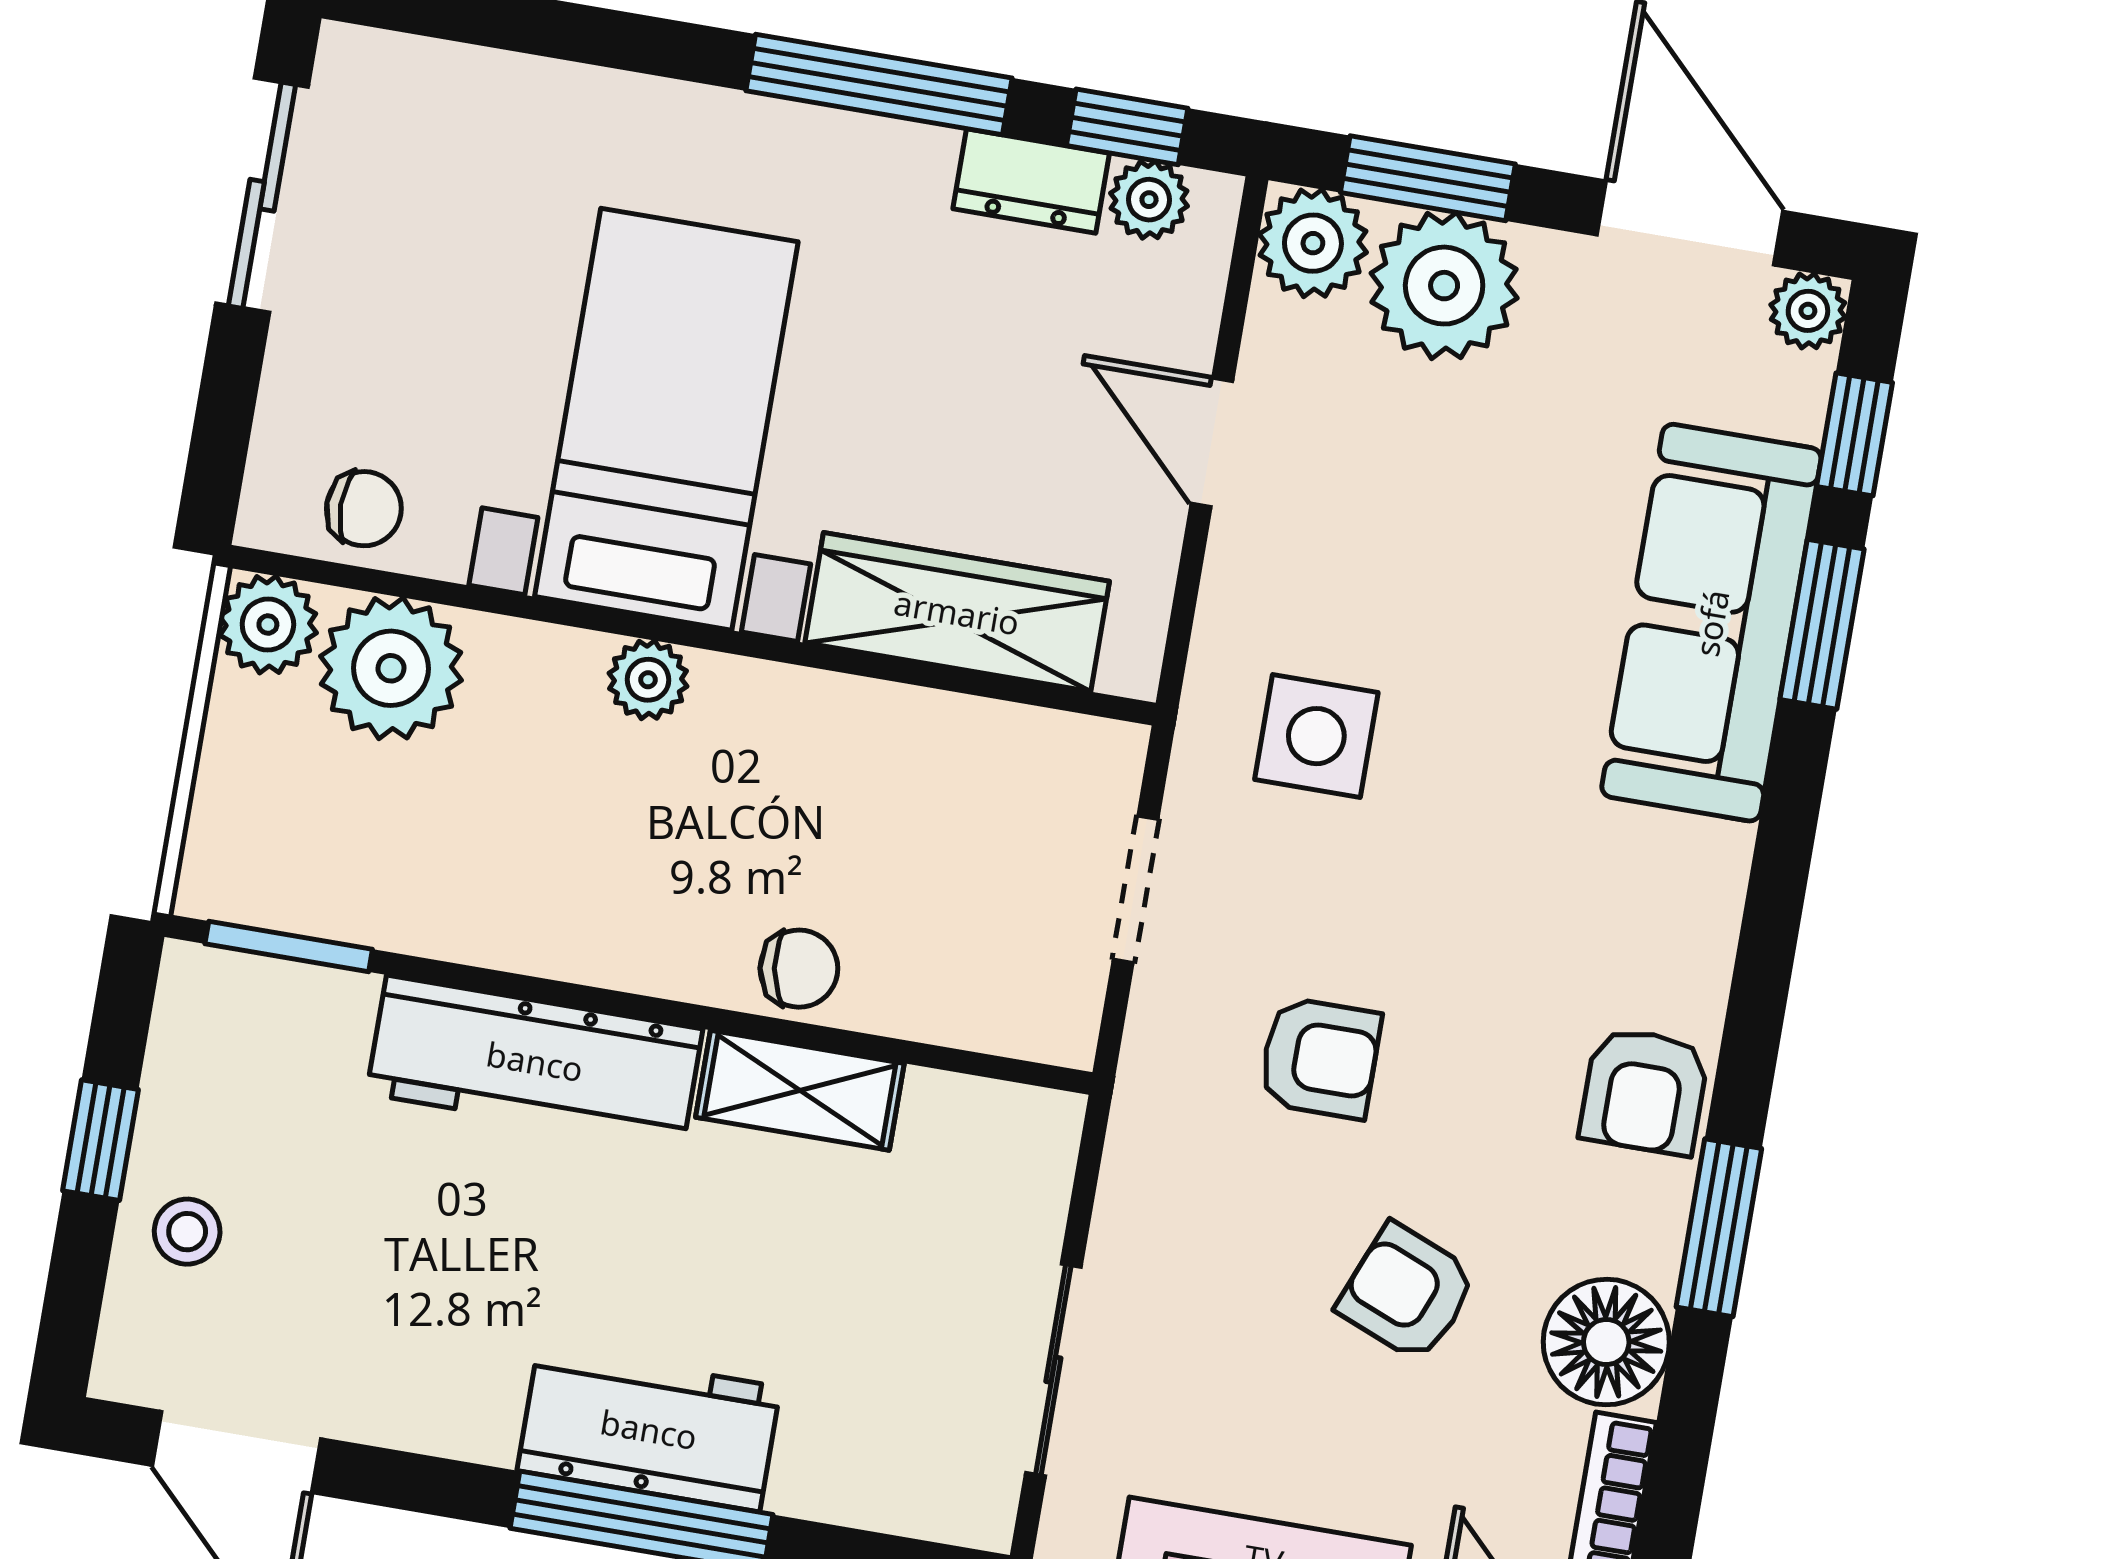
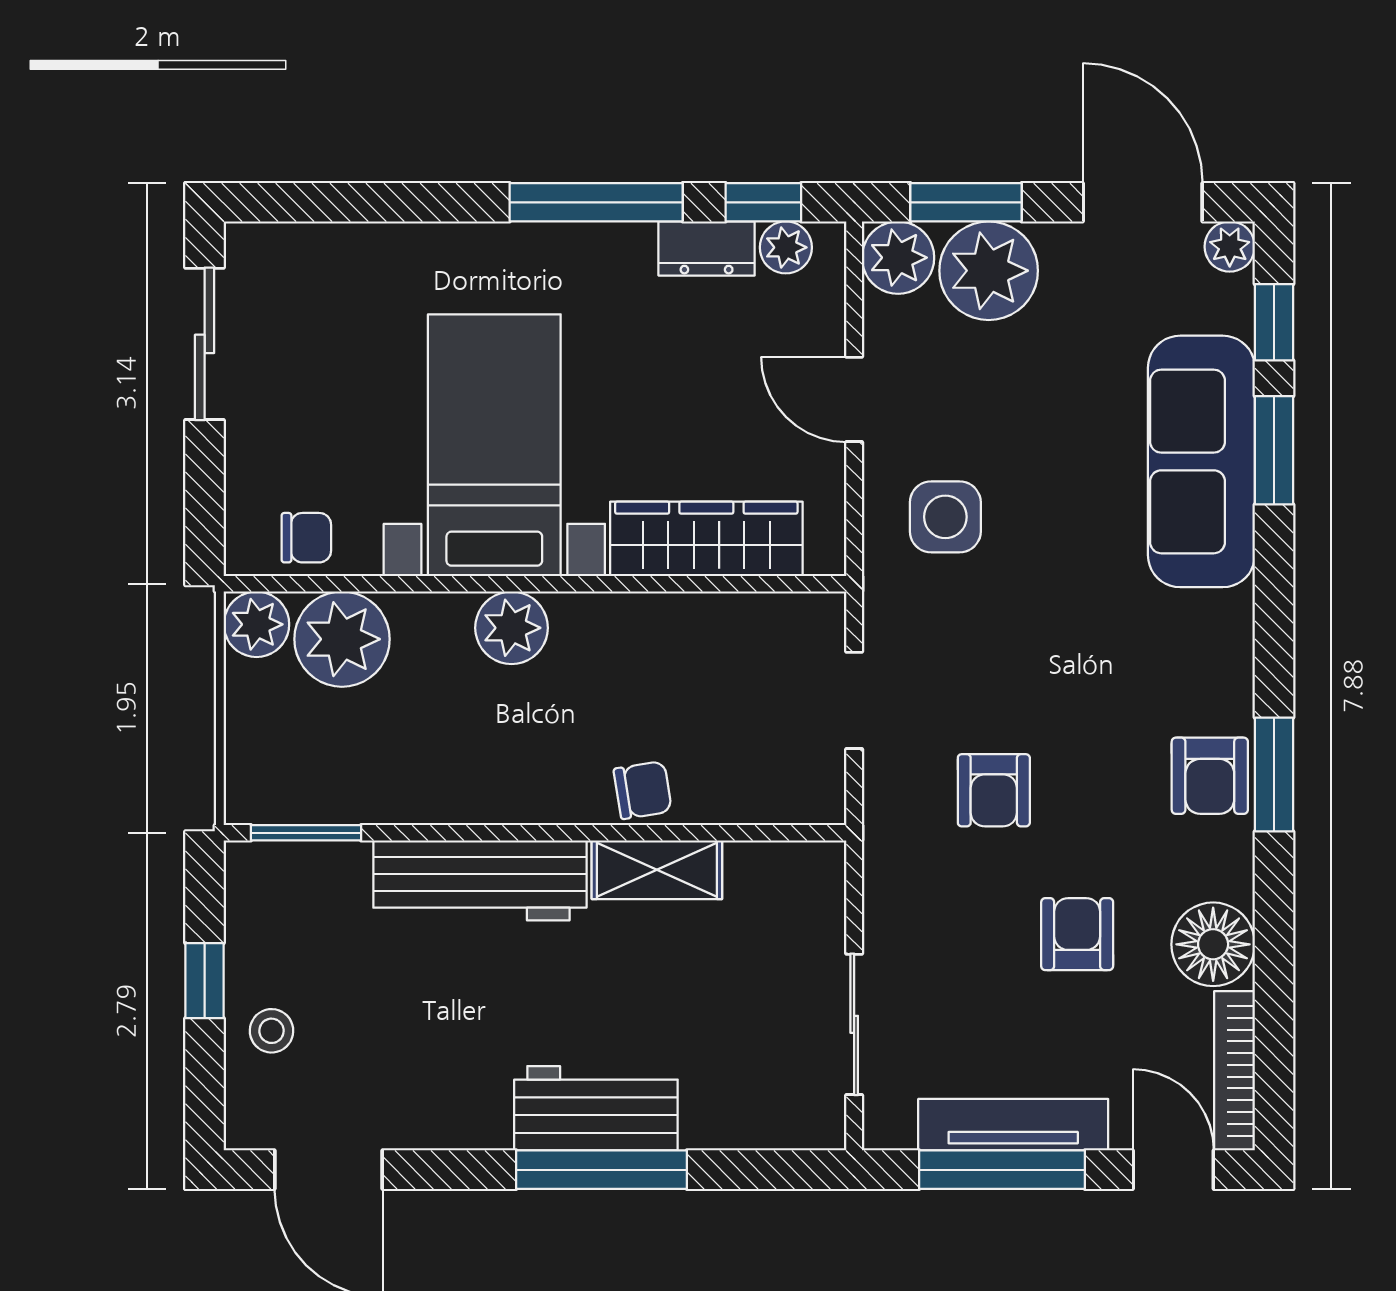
plant: (648, 680) -> (512, 628), width x1.38, depth x1.38
side table: (1316, 736) -> (945, 517), moved
armchair: (1320, 1058) -> (994, 790), turned 90
window: (1719, 1228) -> (1274, 775), moved
armchair: (1407, 1292) -> (1077, 934), turned 68

